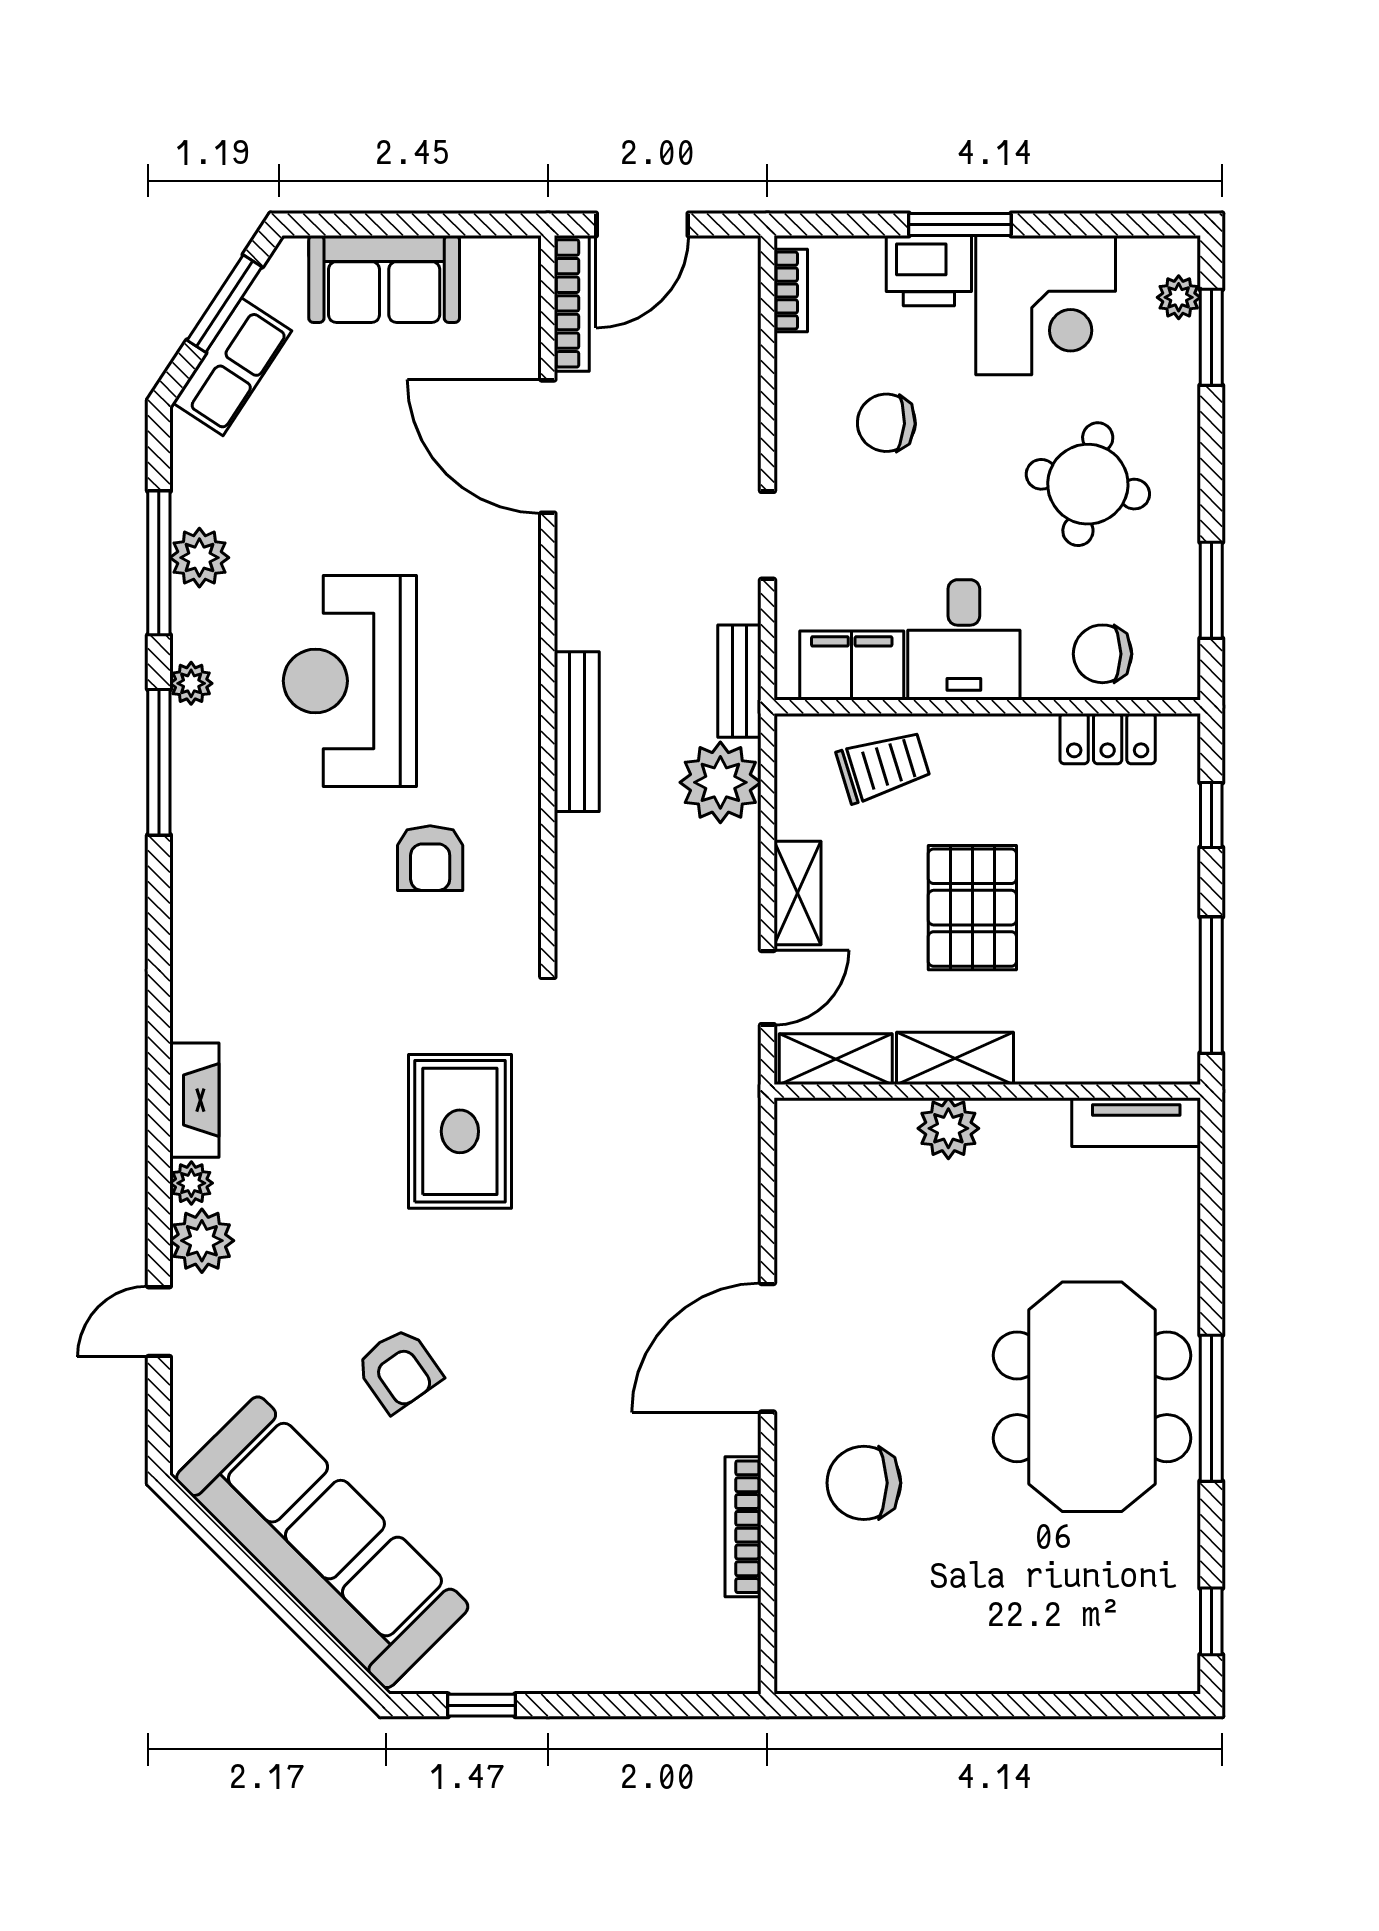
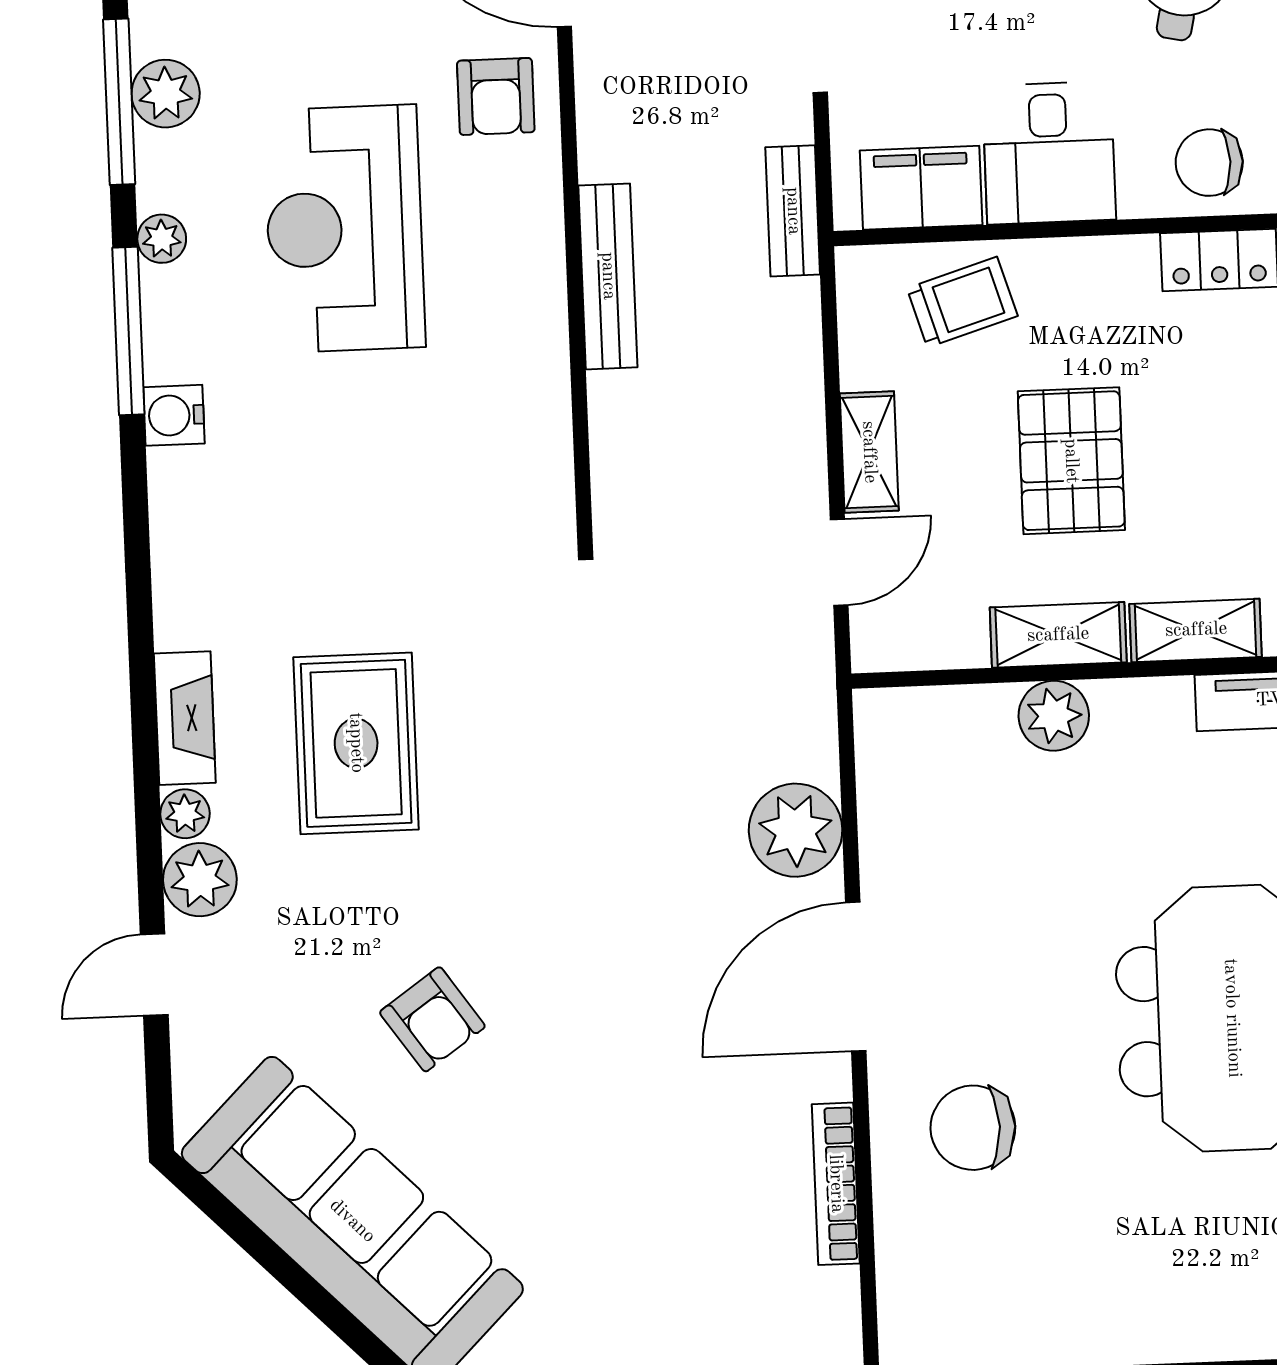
plant: (720, 782) -> (796, 830), moved
water cooler: (196, 837) -> (174, 415), added
armchair: (430, 858) -> (496, 96), moved
shelving: (836, 1059) -> (1196, 630), moved
rug: (460, 1131) -> (356, 743), moved

